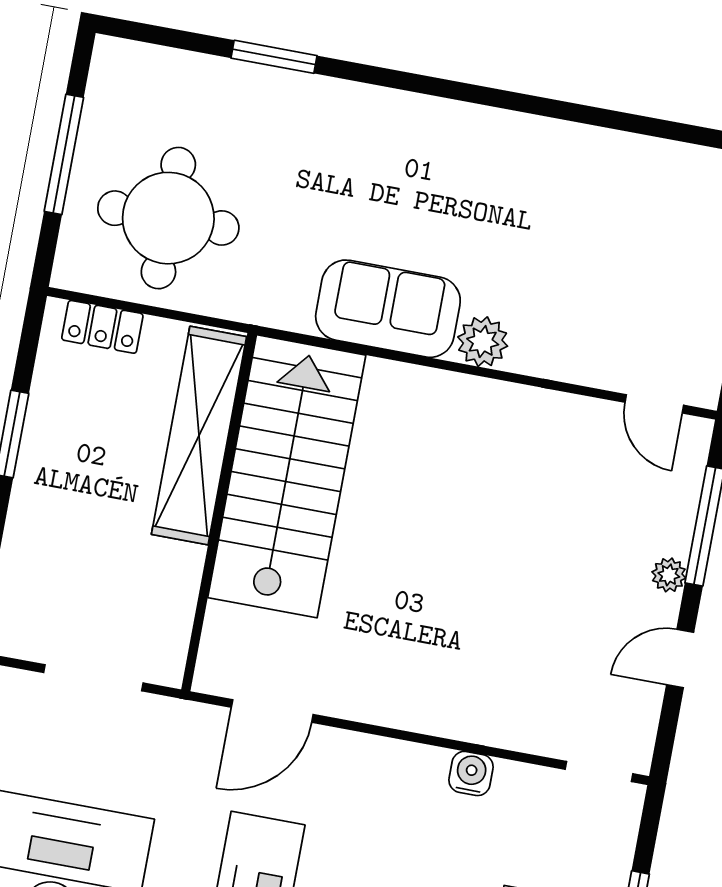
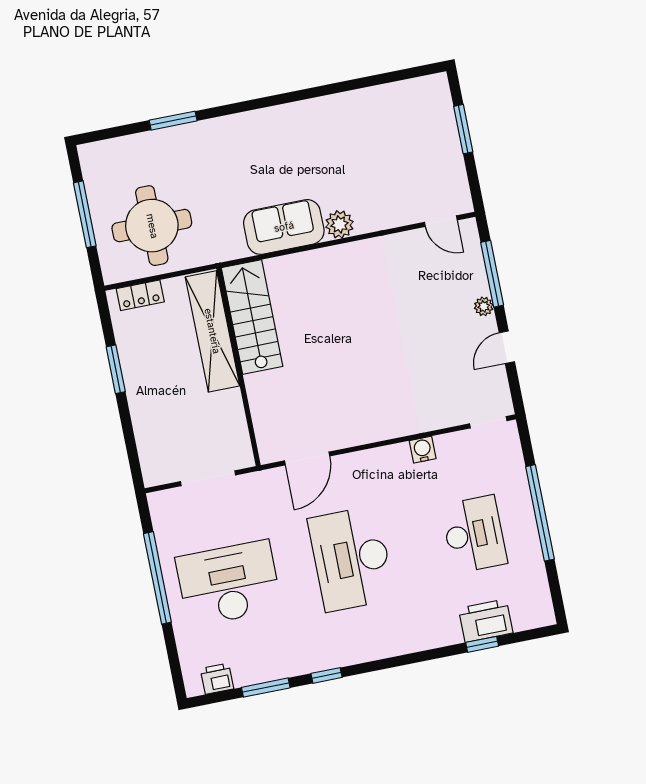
stairs: (287, 476) -> (252, 317), width x0.73, depth x0.66

